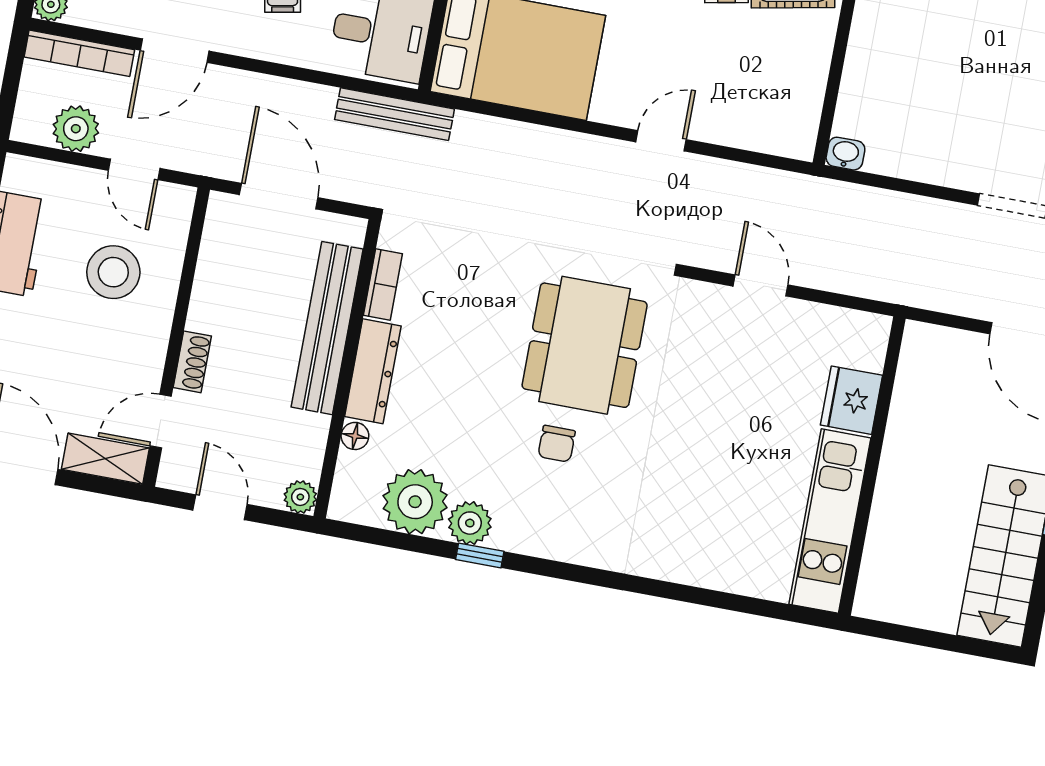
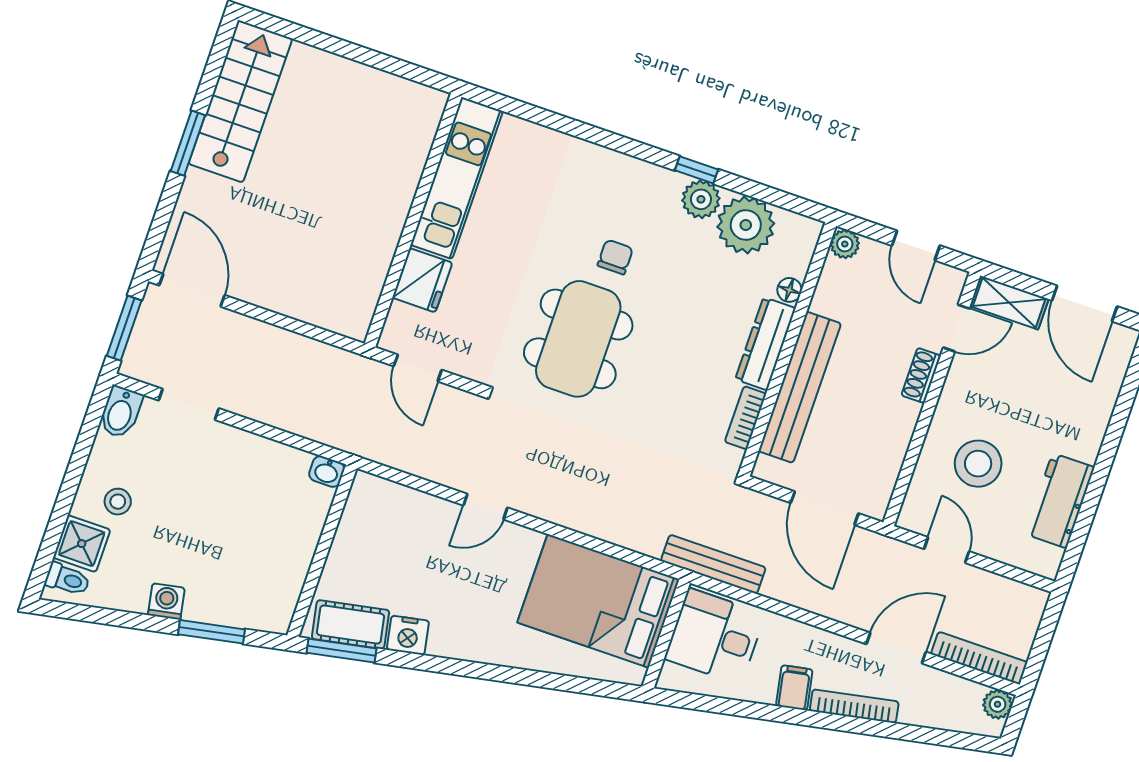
plant: (76, 129) -> (992, 593), removed
fridge: (851, 400) -> (422, 280), moved
wall: (872, 466) -> (413, 220), moved
kitchen unit: (830, 521) -> (457, 178), moved

